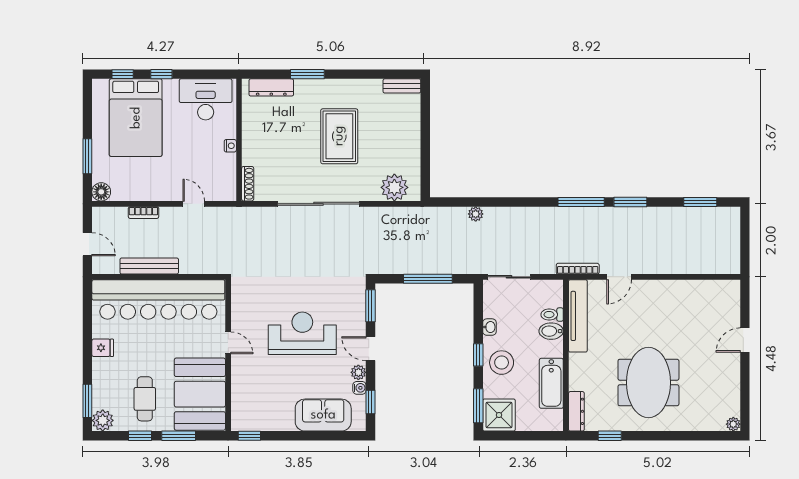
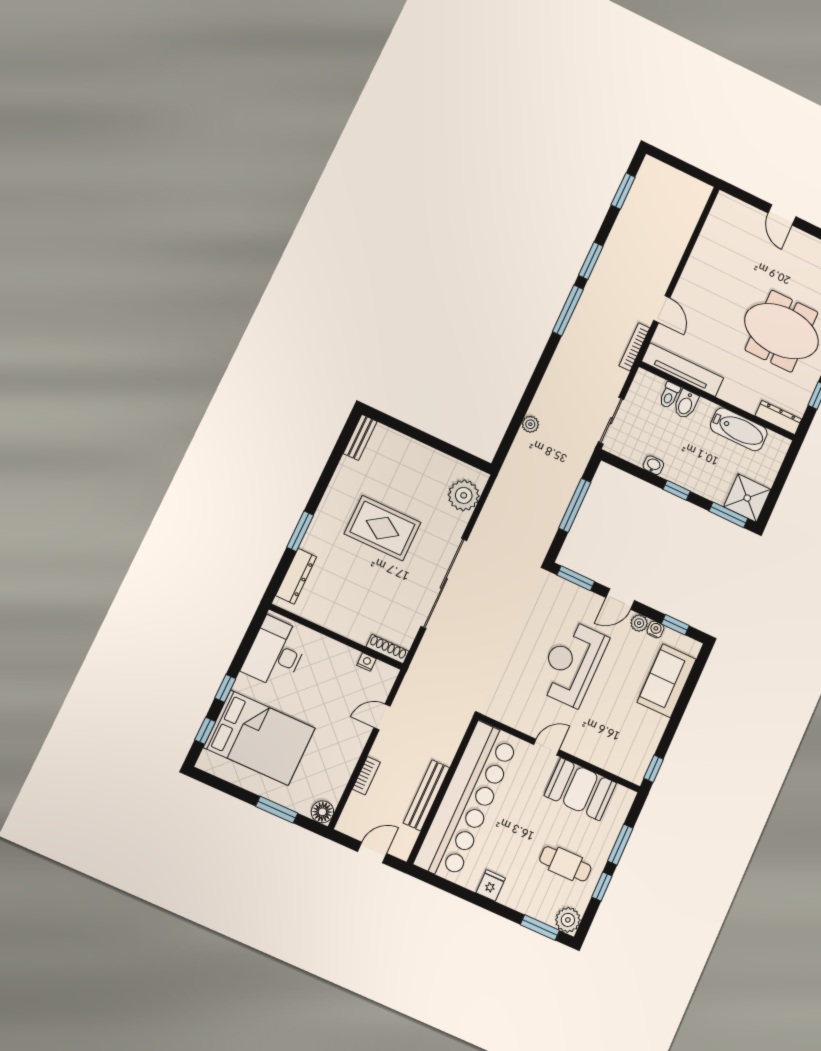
nightstand: (230, 146) -> (367, 662), moved
stool: (502, 363) -> (695, 470), removed
booth: (200, 394) -> (580, 789), width x0.73, depth x0.70

